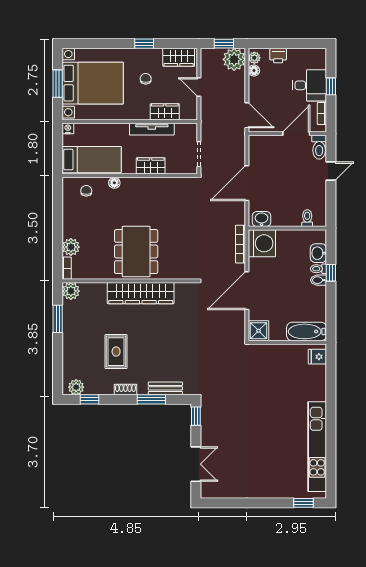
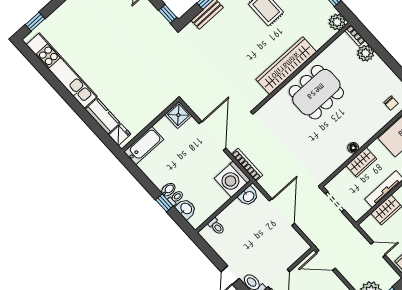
floor lamp: (114, 183) -> (353, 148), moved
dining table: (136, 251) -> (316, 92), turned 90
kitchen counter: (318, 383) -> (103, 116), added

